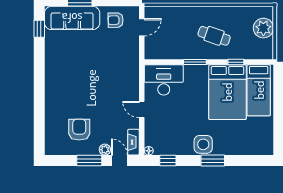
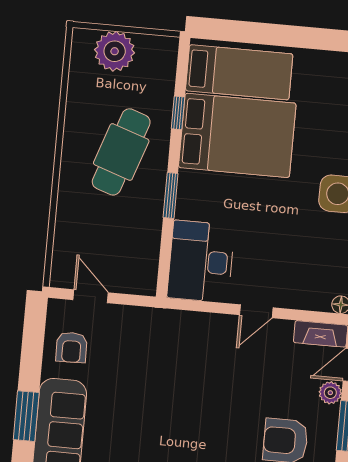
cafe table: (214, 36) -> (121, 152), width x1.37, depth x1.35

